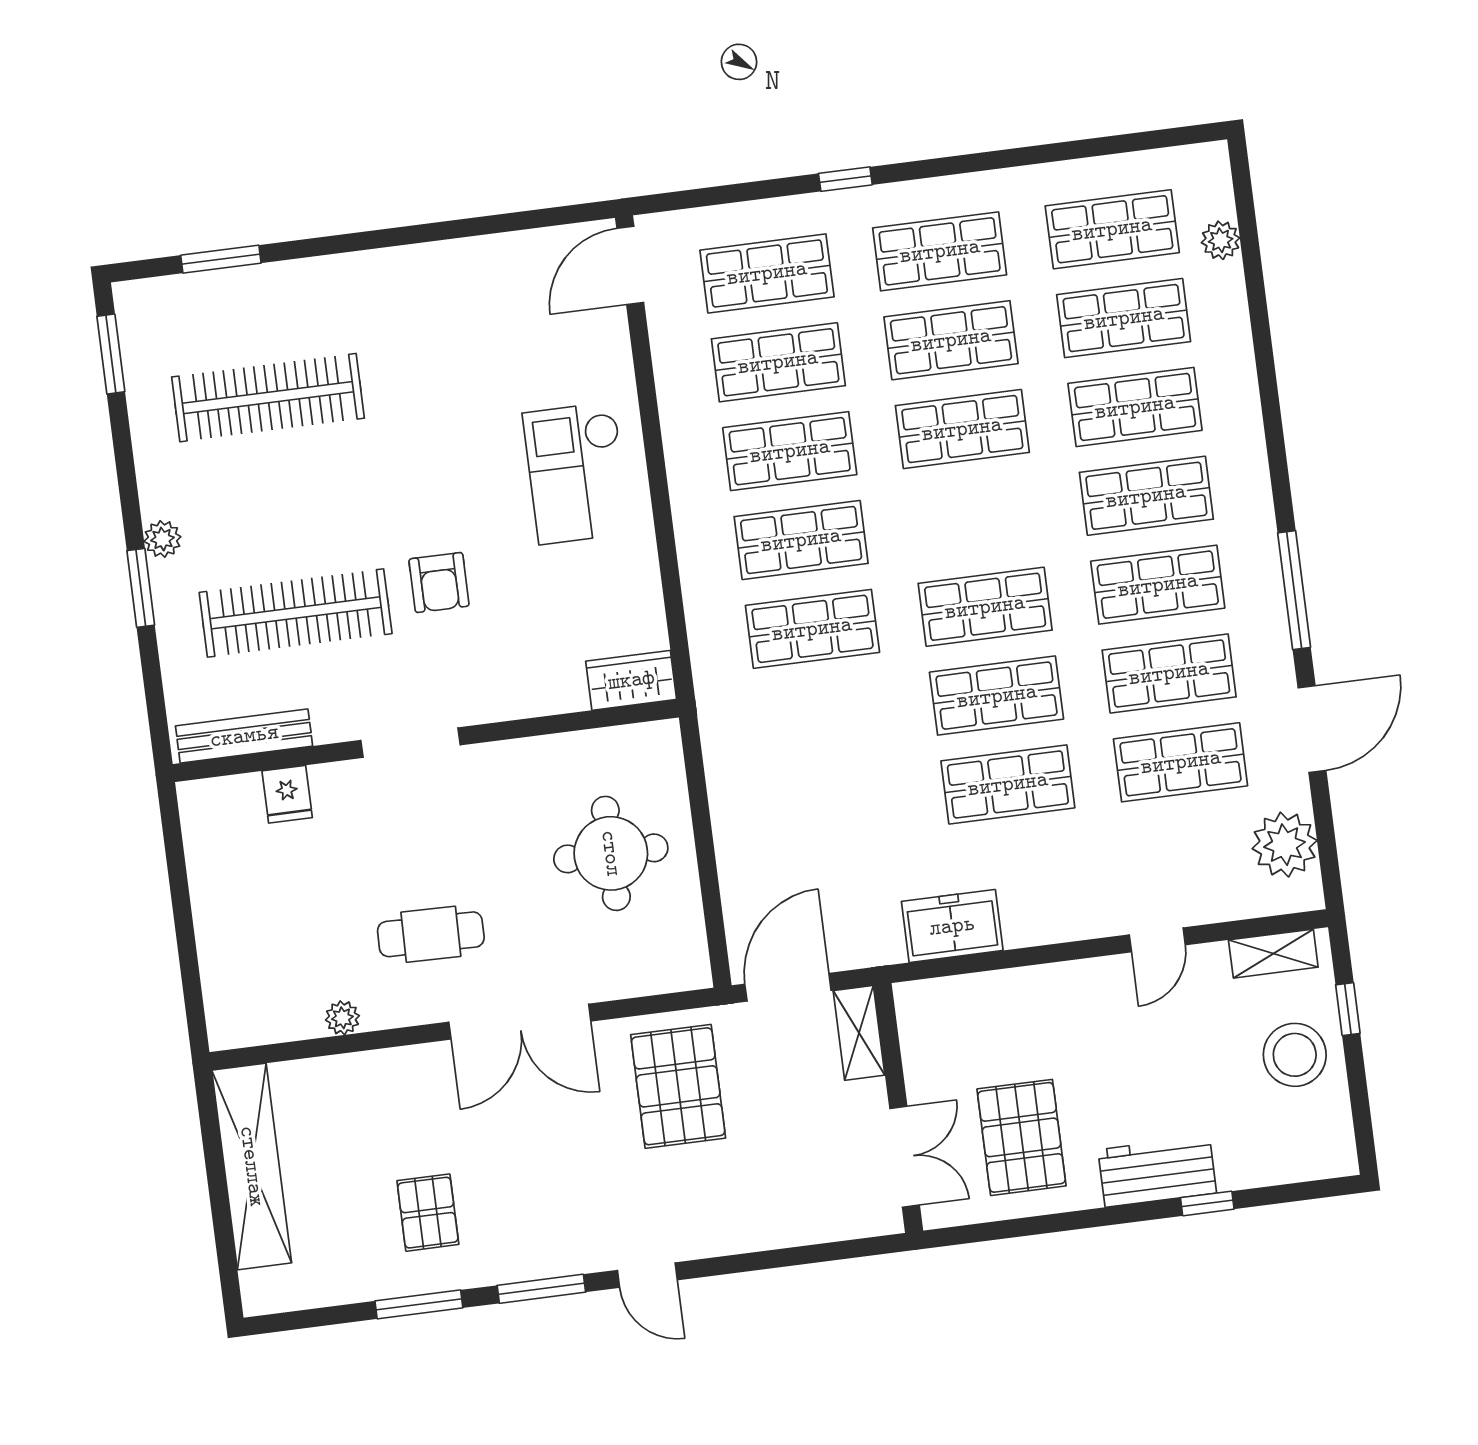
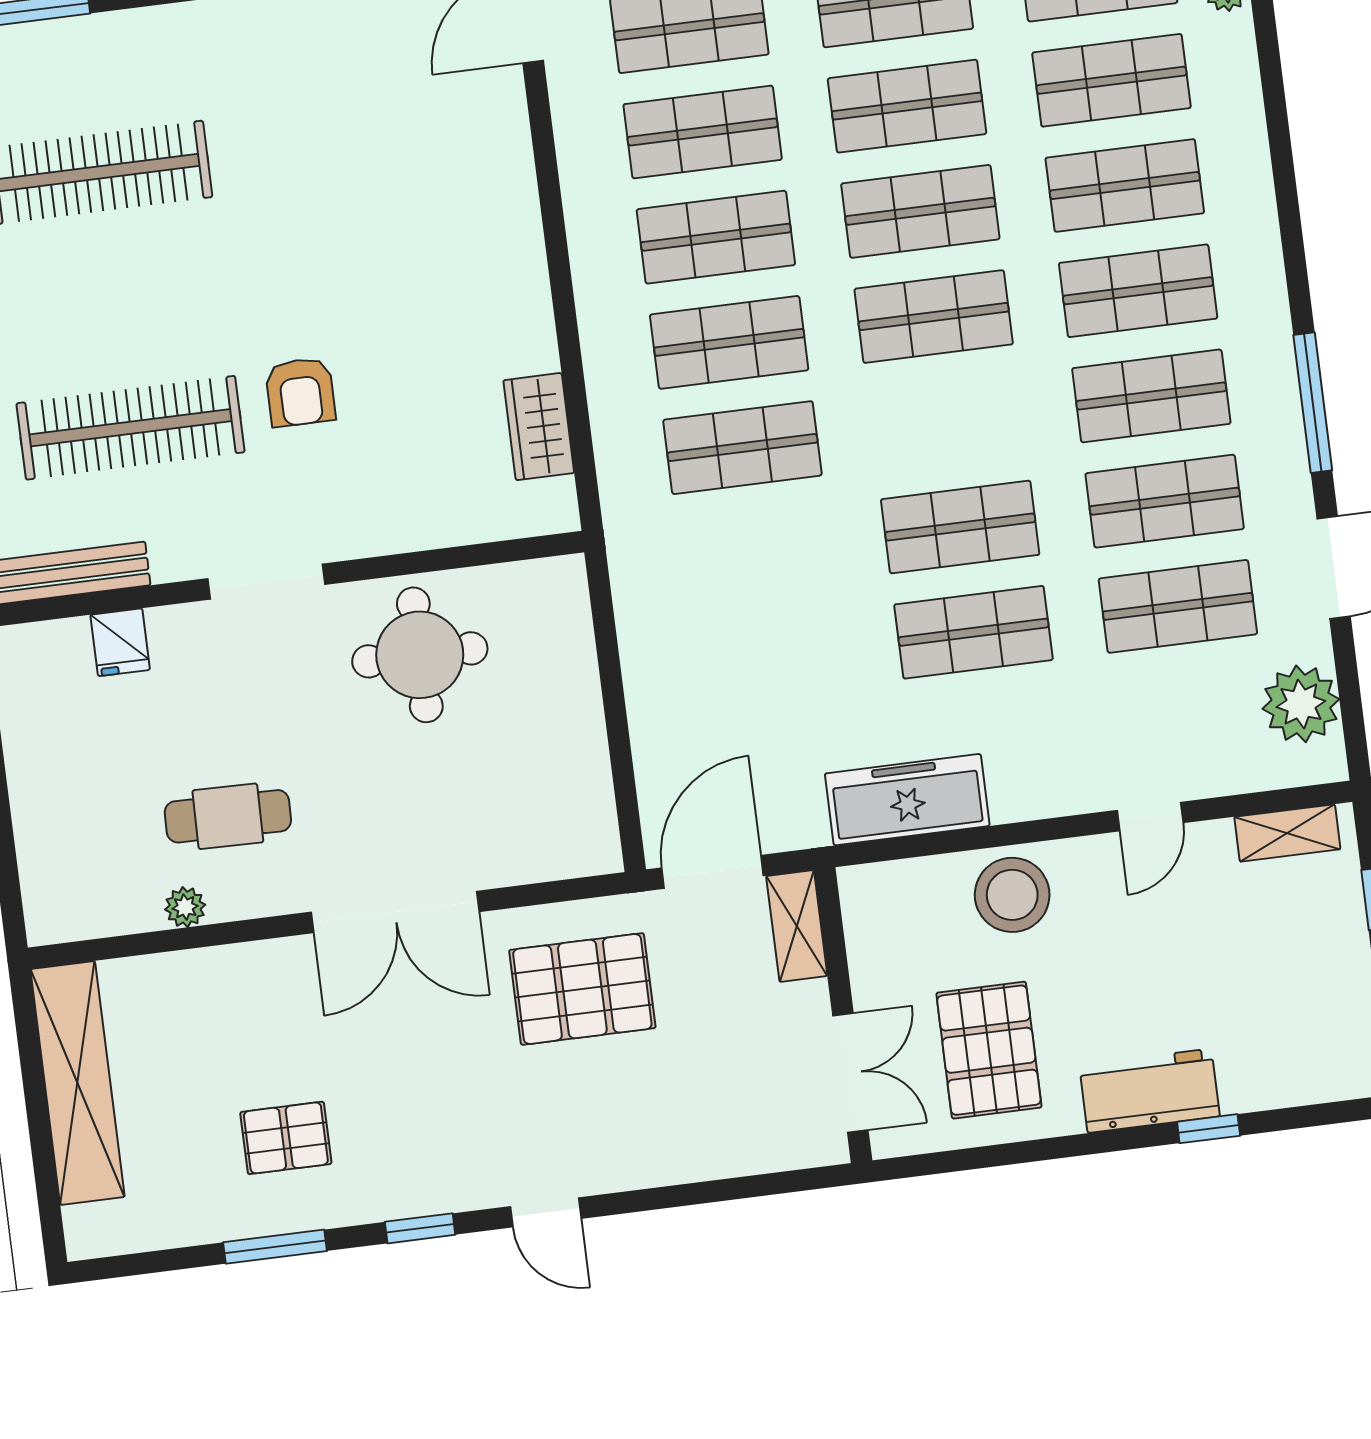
checkout: (577, 473) -> (464, 263), removed
shop shelf: (985, 607) -> (934, 317), moved
wardrobe: (631, 680) -> (539, 427), moved, turned -90
round table: (611, 853) -> (420, 655), moved
freezer: (952, 926) -> (907, 800), width x1.40
cafe table: (431, 934) -> (228, 816), moved
stool: (1295, 1055) -> (1012, 895), moved
pallet: (678, 1086) -> (582, 989), turned 90
pallet: (428, 1213) -> (286, 1138), turned 90
window: (541, 1289) -> (420, 1228), width x0.67

